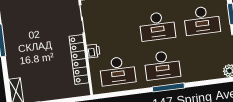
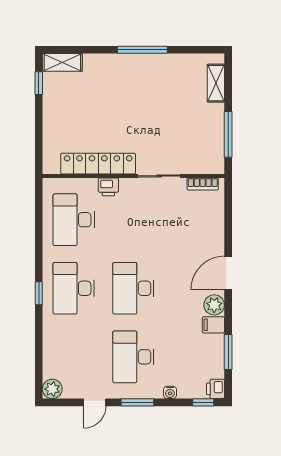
window: (168, 87) -> (39, 293), width x0.46

